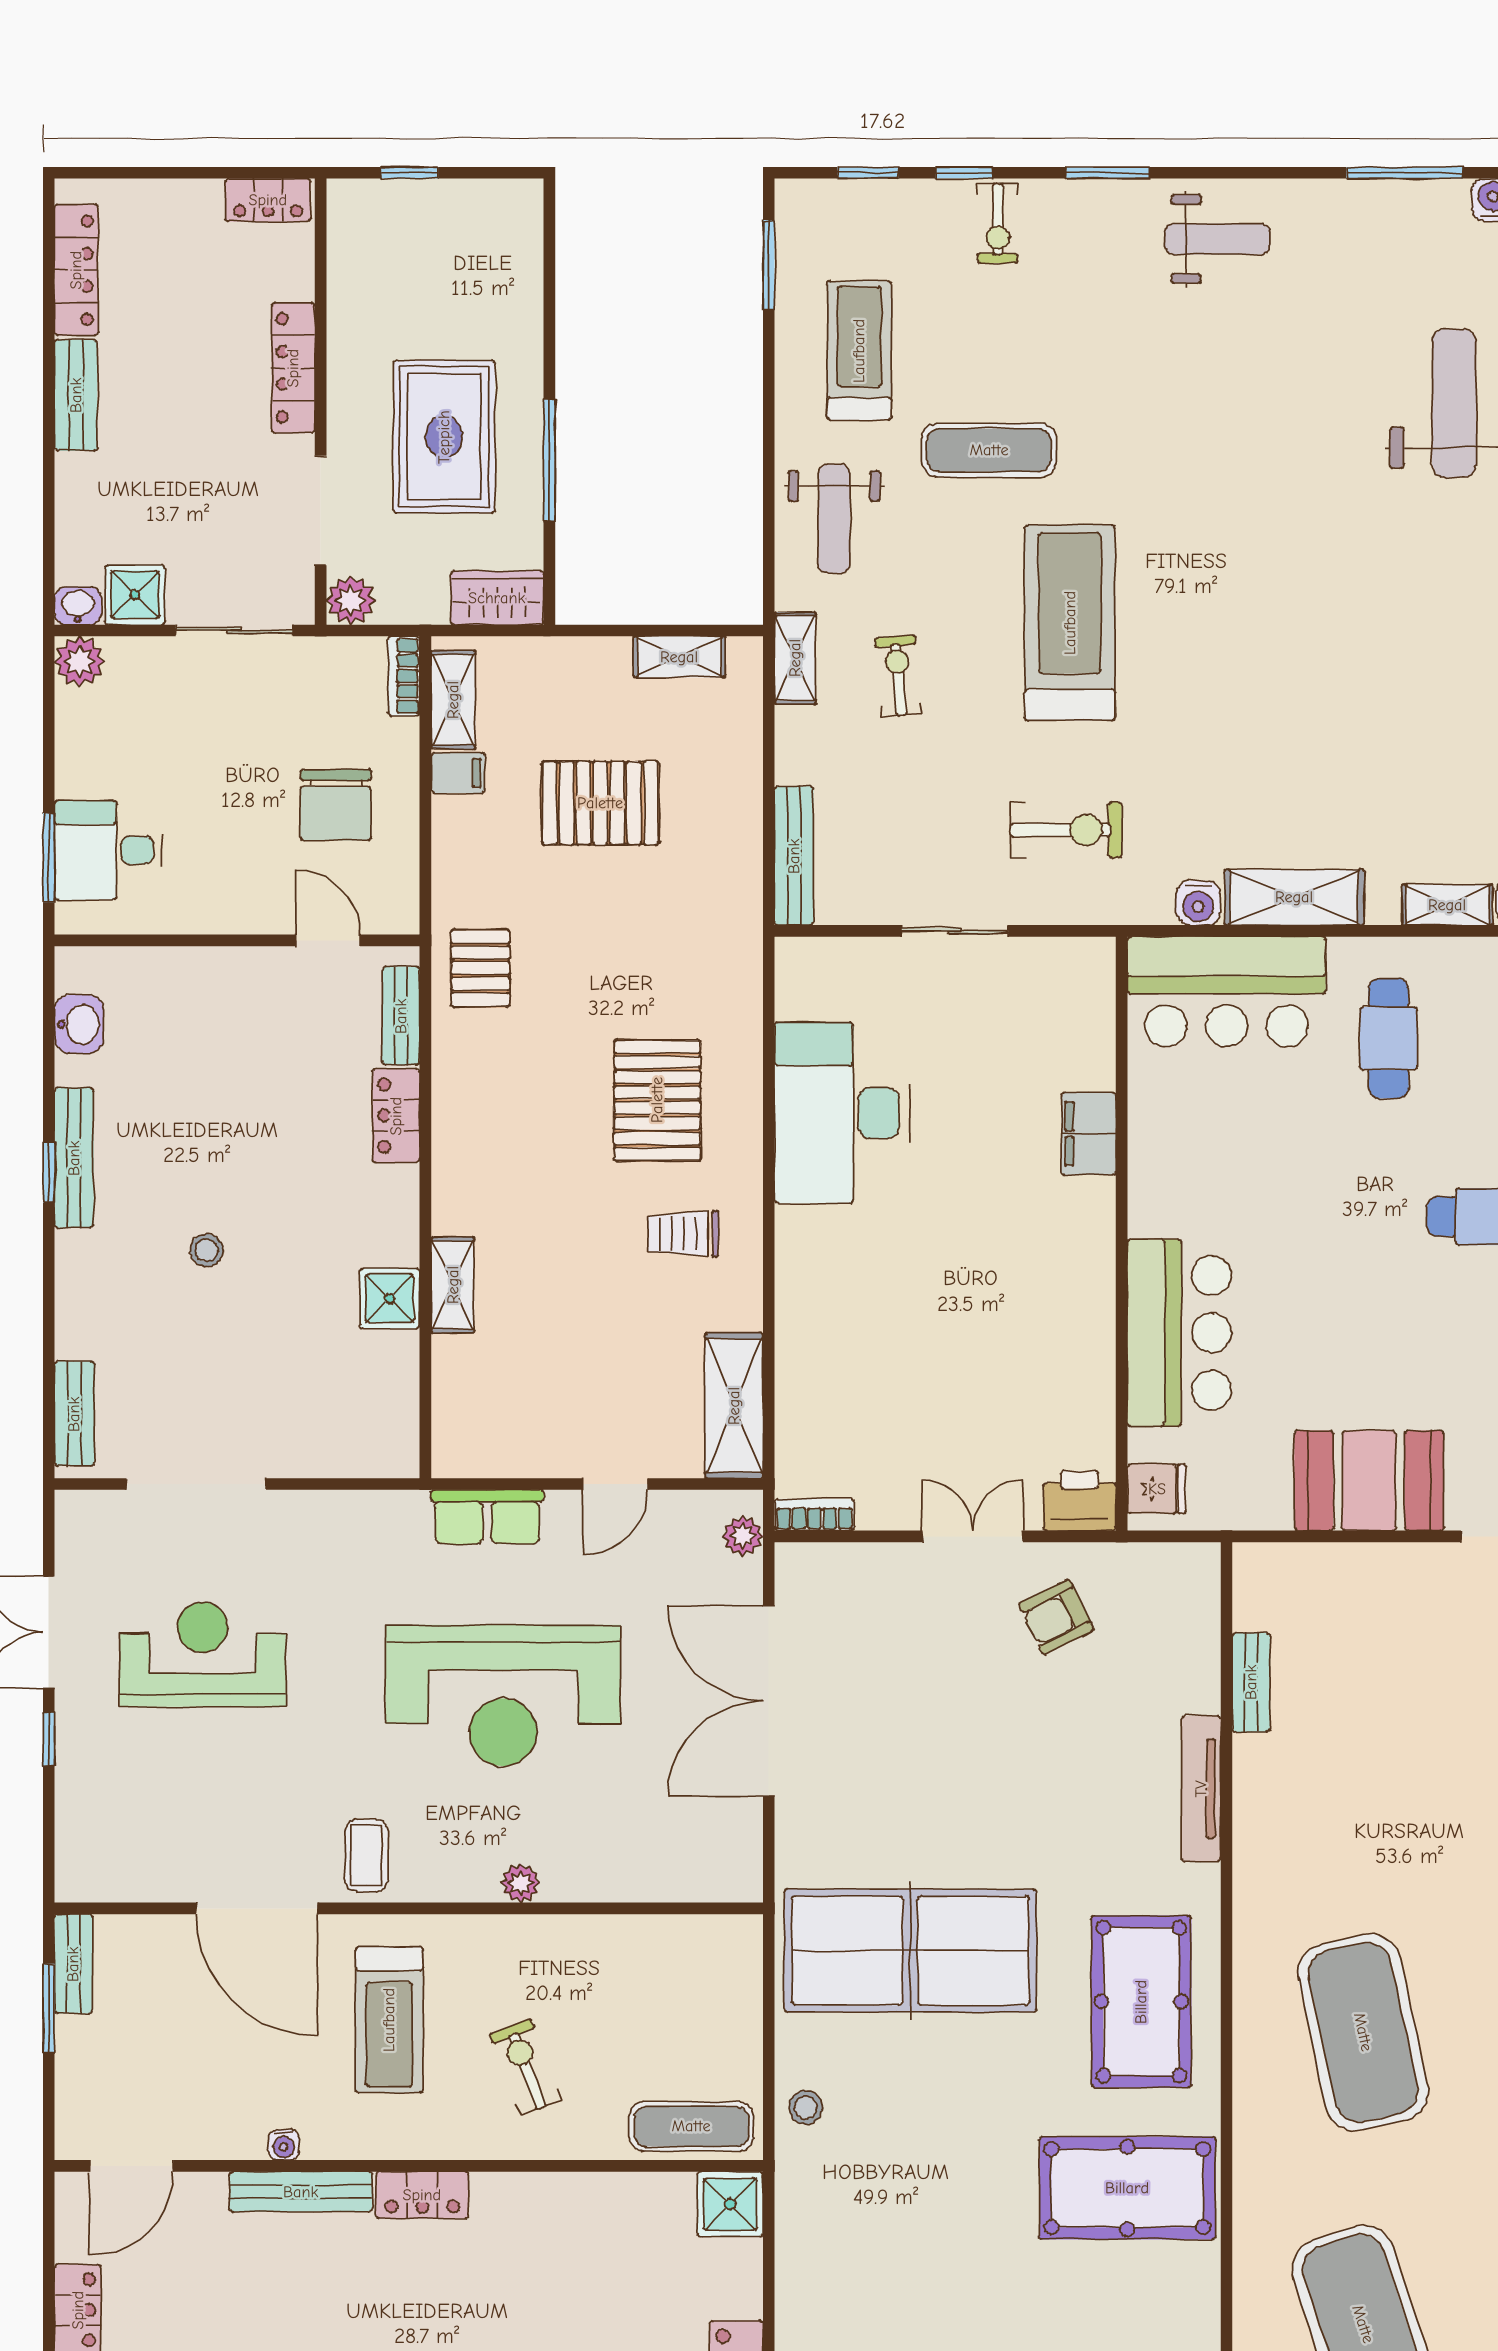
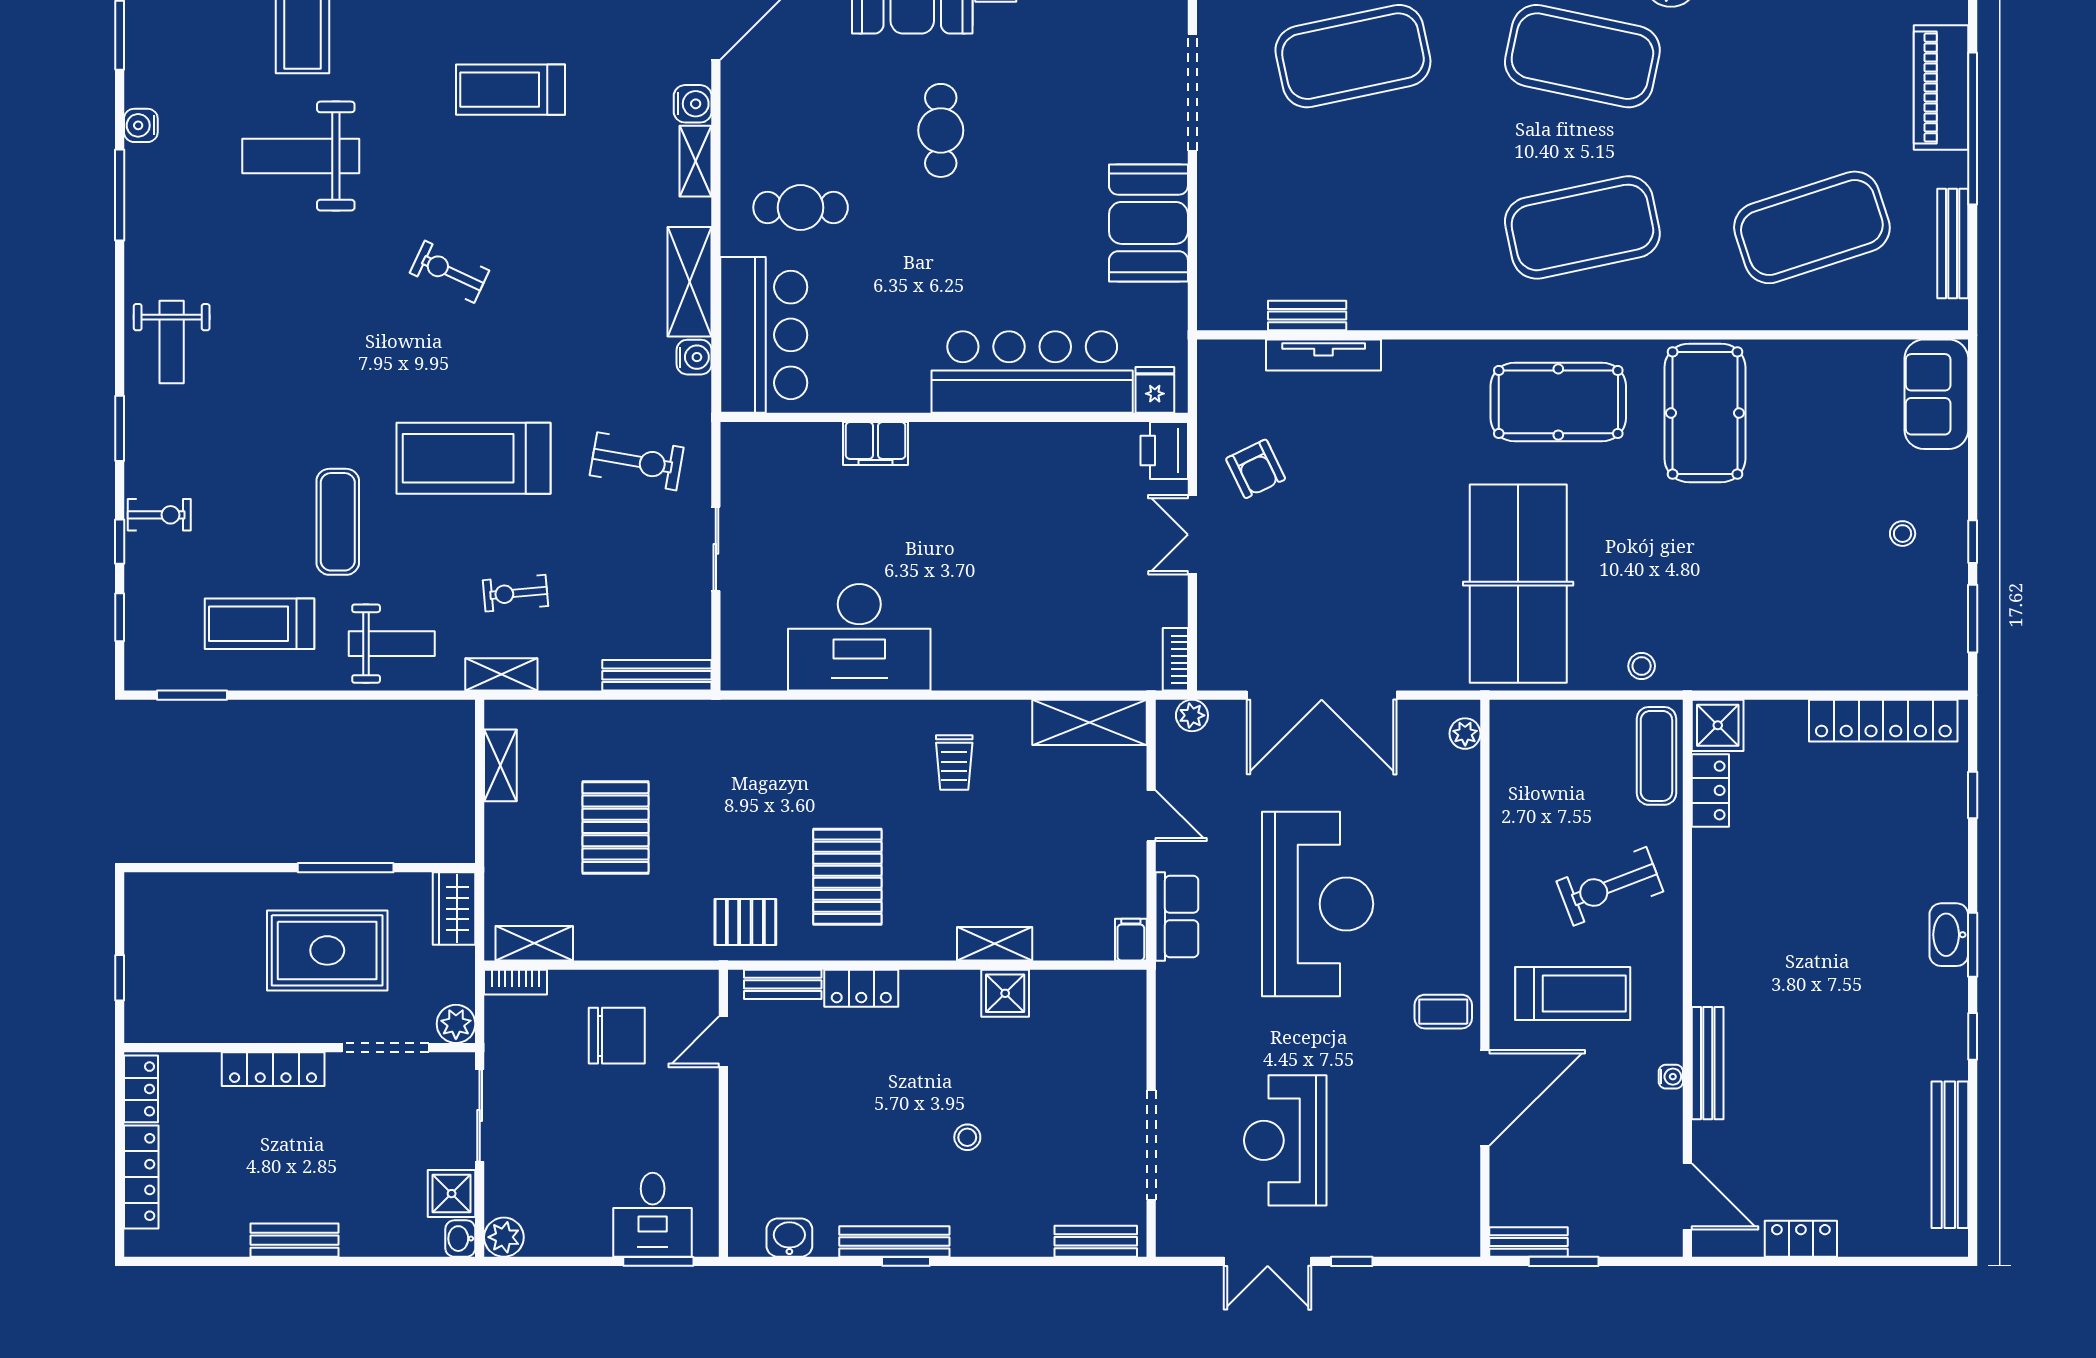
weight bench: (1218, 239) -> (172, 342), turned 180
locker: (76, 270) -> (141, 1177), moved, turned 90
exercise bike: (1307, 592) -> (449, 272), added
filing cabinet: (458, 773) -> (1131, 940), moved
exercise bike: (1066, 830) -> (637, 461), turned 100
pallet: (657, 1100) -> (847, 877), moved, turned 90
bar counter: (1179, 1333) -> (1032, 372), width x1.36
tv unit: (1201, 1789) -> (1324, 355), moved
plant: (520, 1883) -> (1465, 734), moved
exercise bike: (526, 2067) -> (1610, 886), width x1.38, depth x1.39
locker: (422, 2195) -> (1710, 790), moved

